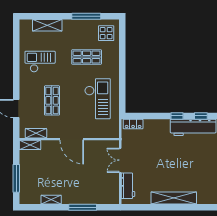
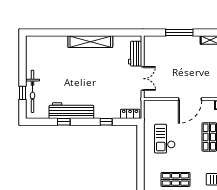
checkout: (98, 99) -> (165, 139), width x0.73, depth x0.83
window: (177, 116) -> (106, 122), moved
door: (72, 139) -> (190, 99), swing flipped

